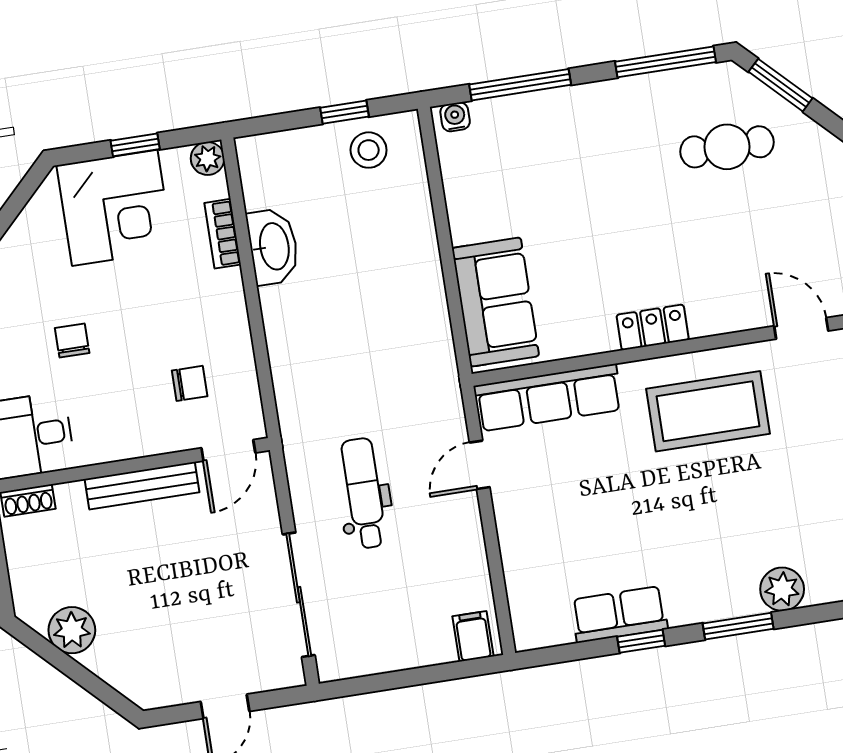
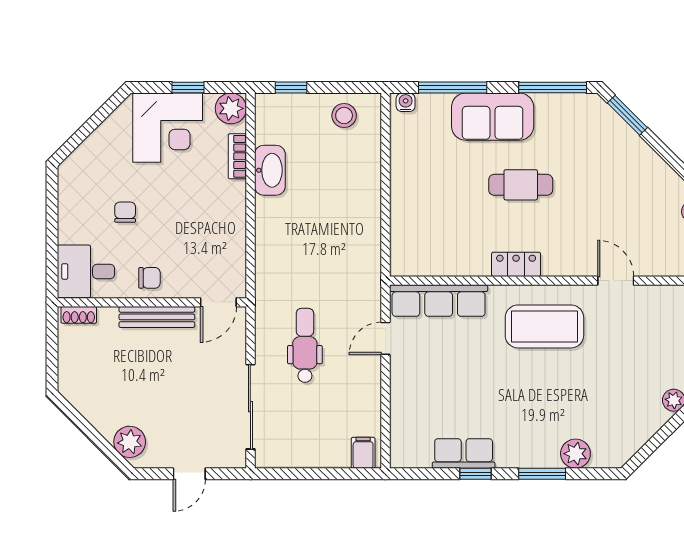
window: (344, 112) -> (291, 88), moved
cafe table: (727, 147) -> (521, 185), moved
plant: (208, 158) -> (231, 108), width x1.38, depth x1.38
sofa: (495, 302) -> (493, 117), moved, turned 90
chair: (190, 383) -> (149, 278), moved
plant: (72, 630) -> (130, 442), moved

